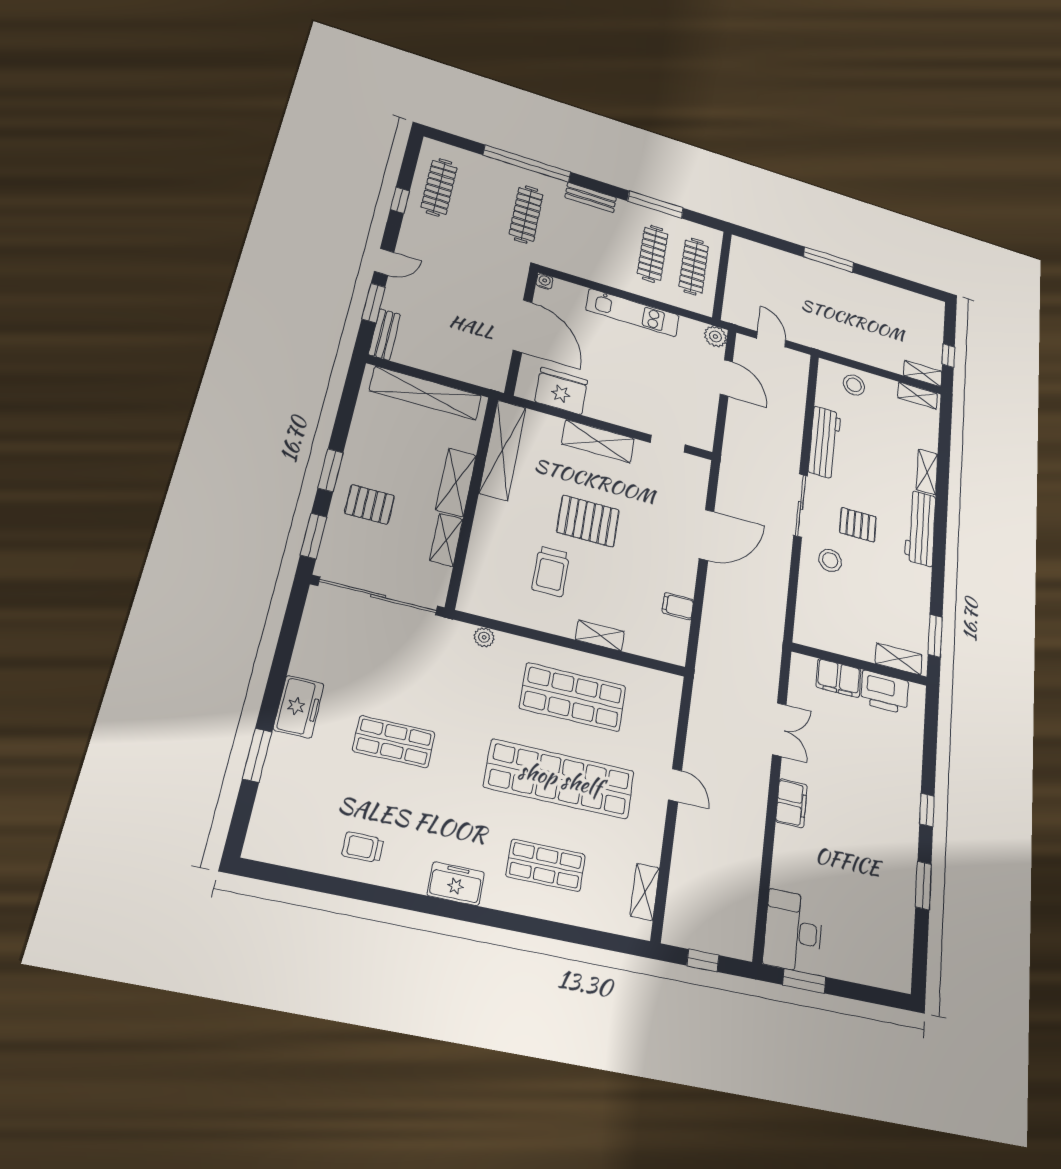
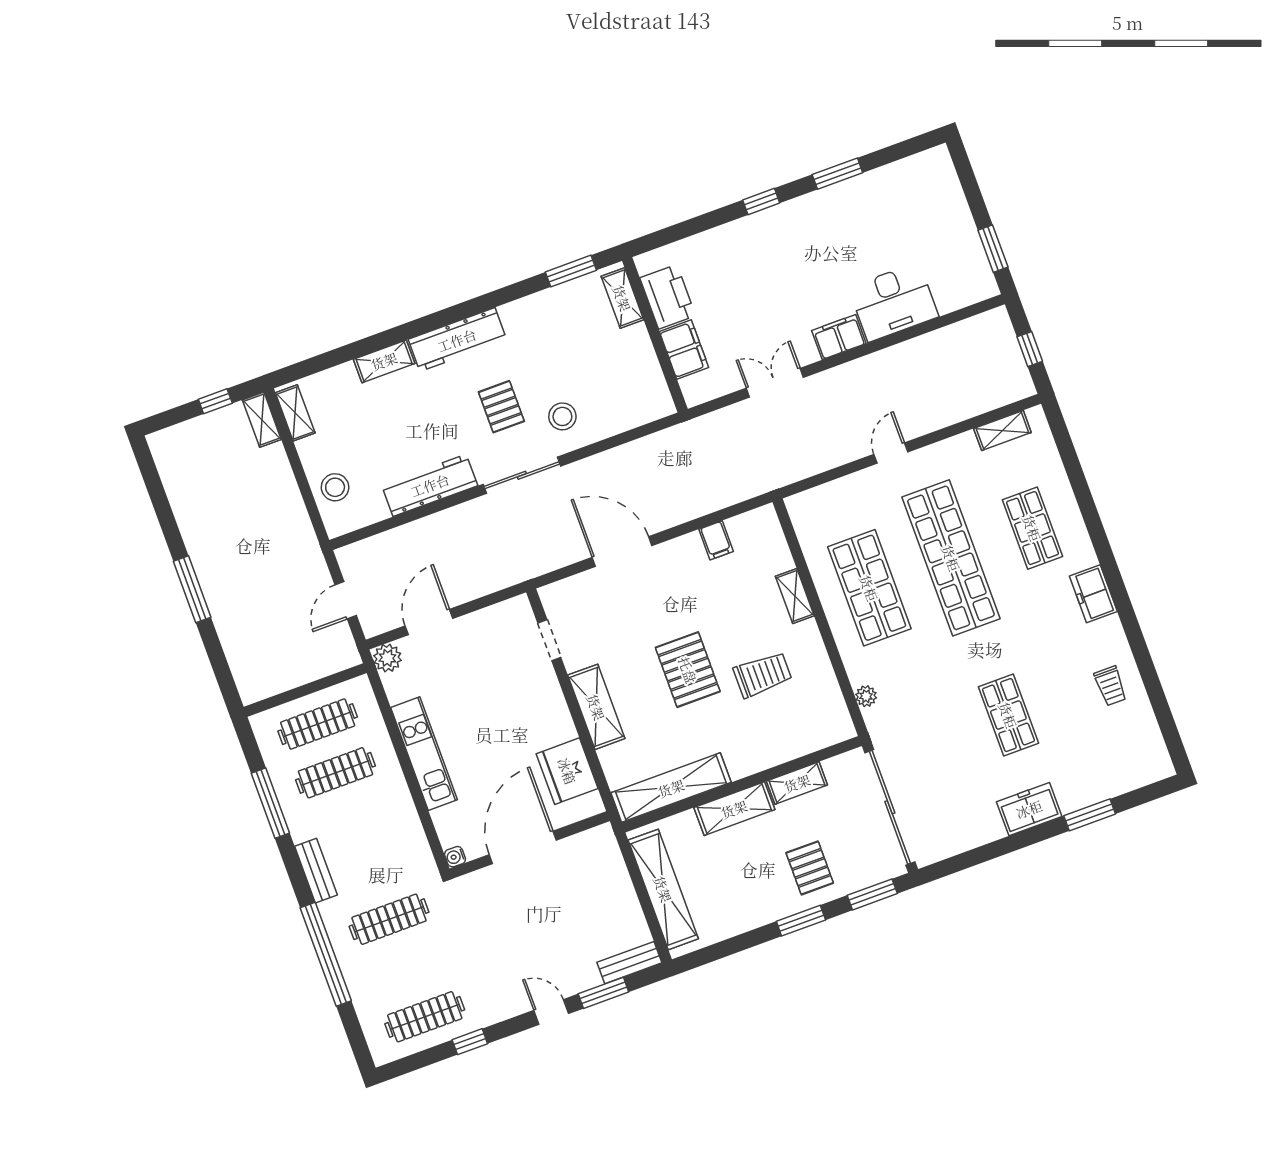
desk: (793, 931) -> (893, 302), moved

